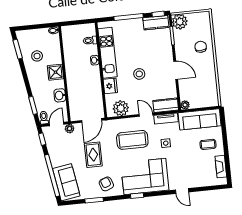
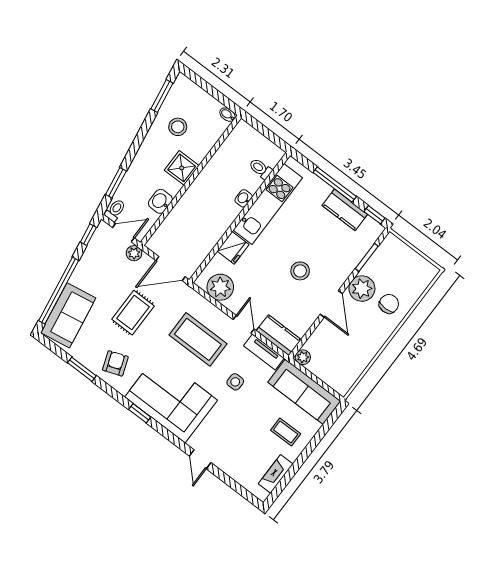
plant: (180, 22) -> (362, 289), moved
kitchen counter: (156, 23) -> (345, 210), moved
stool: (139, 74) -> (300, 271), moved

